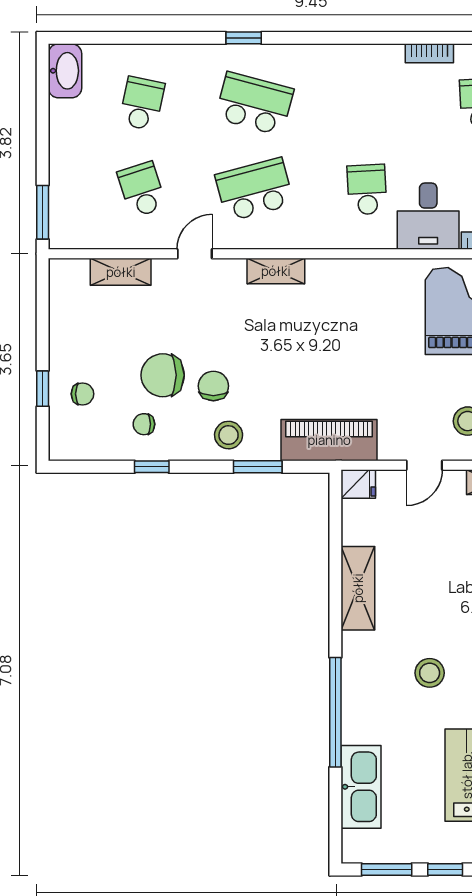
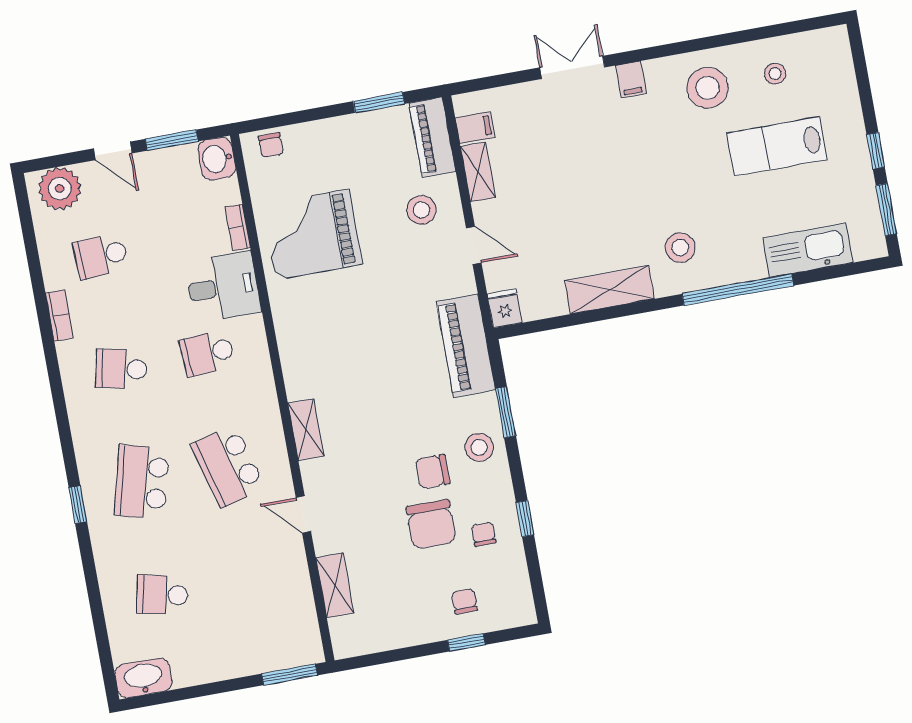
school desk: (142, 190) -> (121, 369), moved, turned 30
chair: (144, 424) -> (484, 534), turned 180
stool: (430, 673) -> (680, 248), moved

